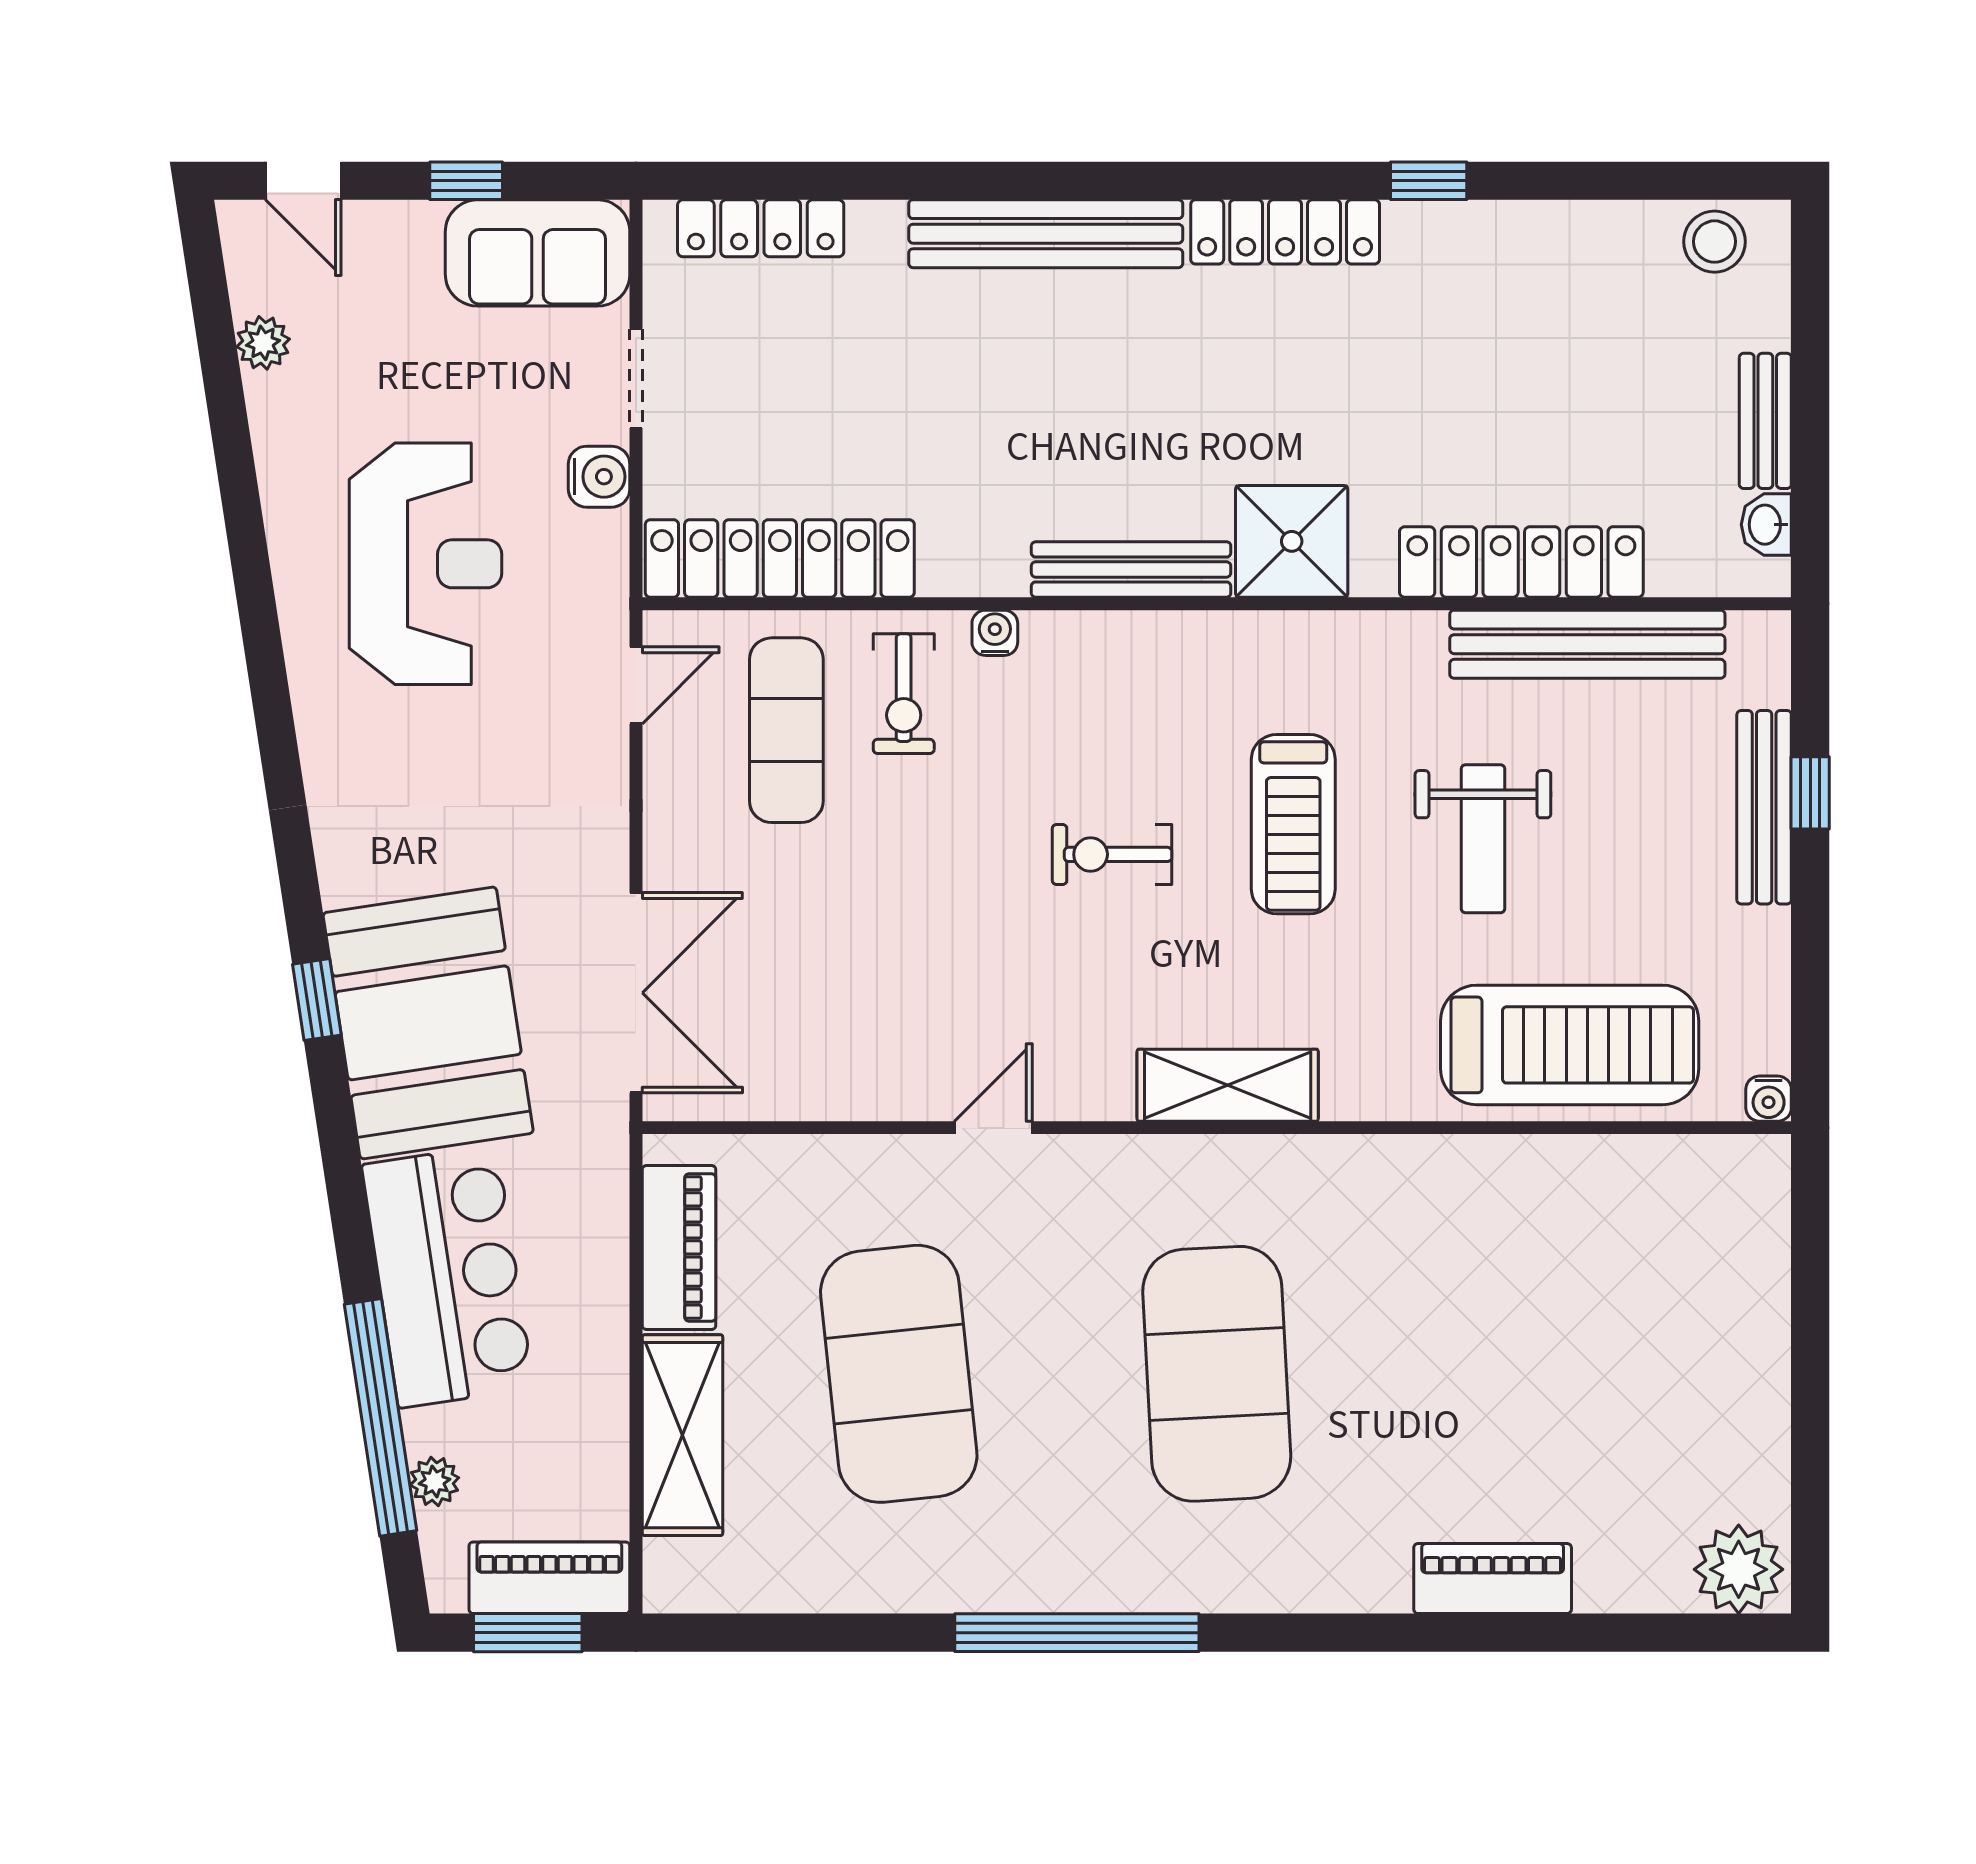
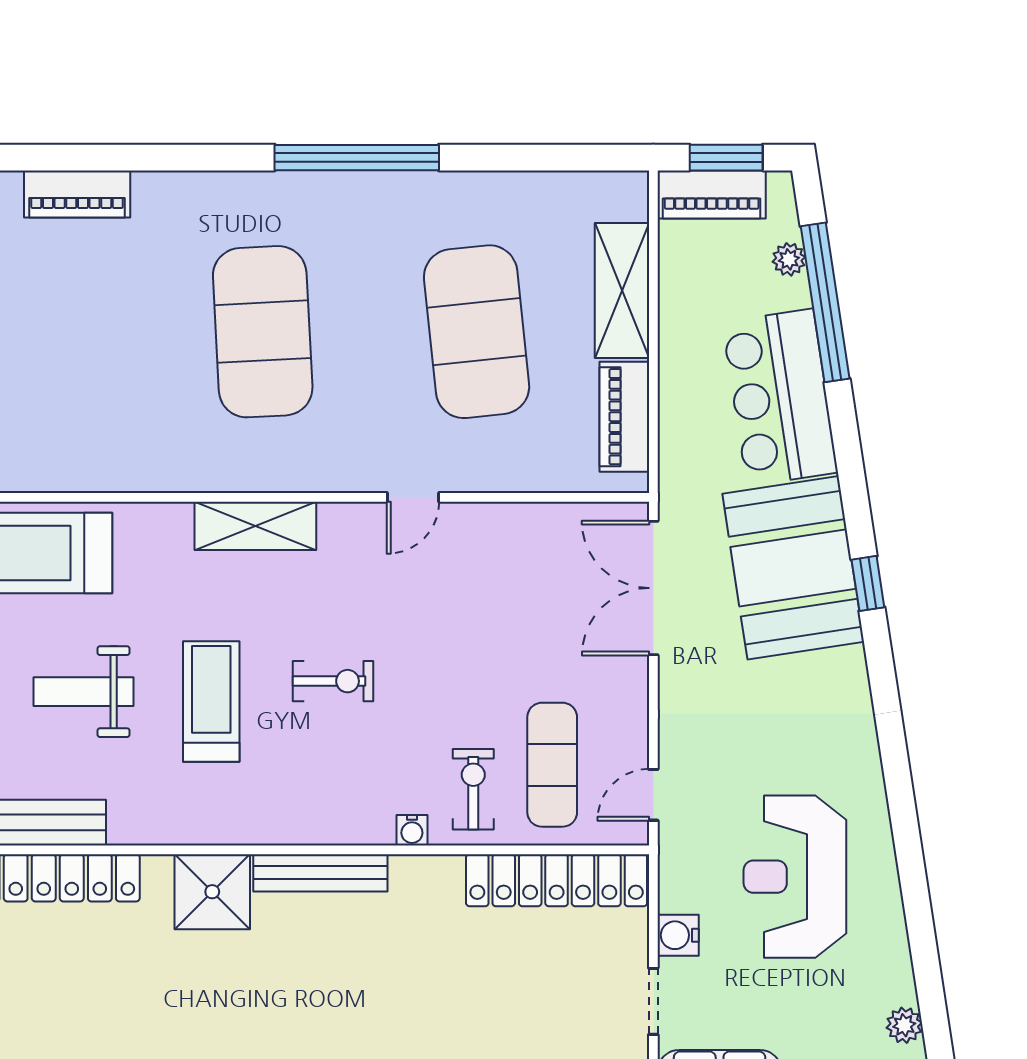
weight bench: (1483, 839) -> (84, 692), turned -90

